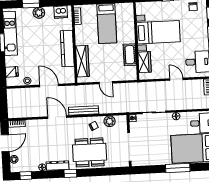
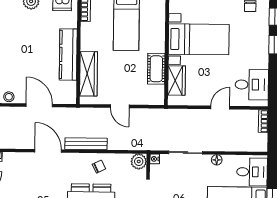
door: (176, 79) -> (220, 108), hinge flipped
plant: (110, 121) -> (139, 161), moved

